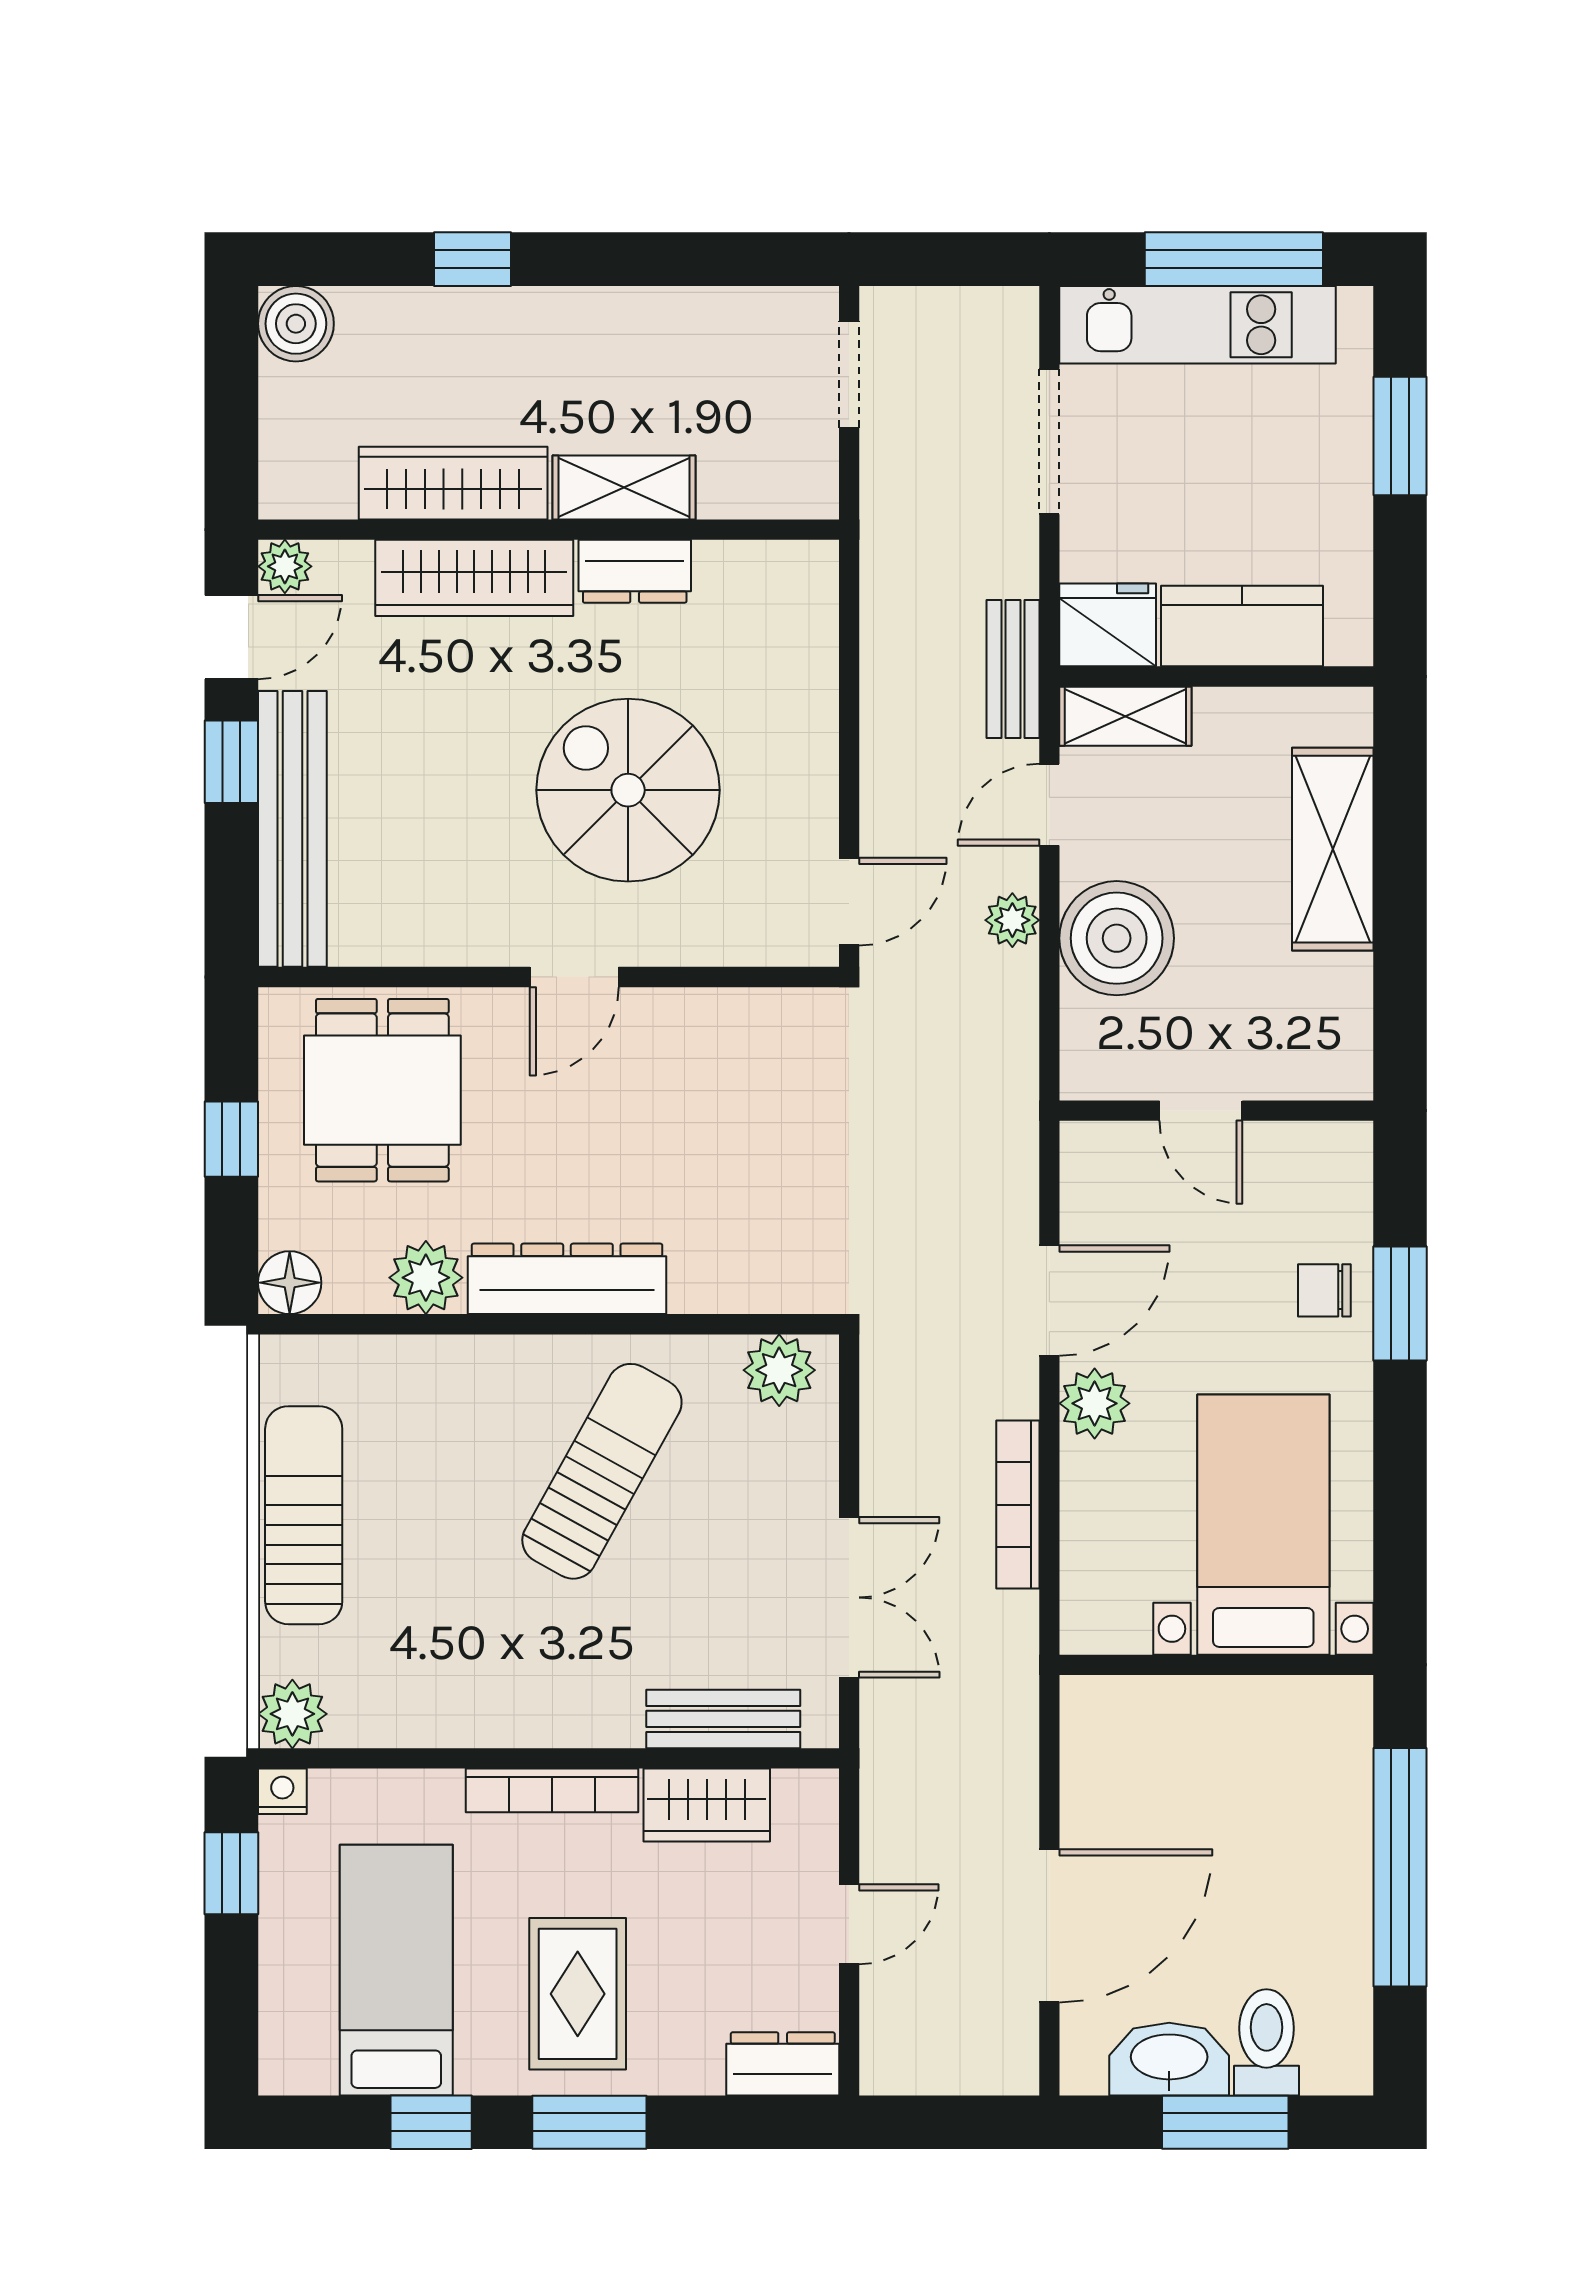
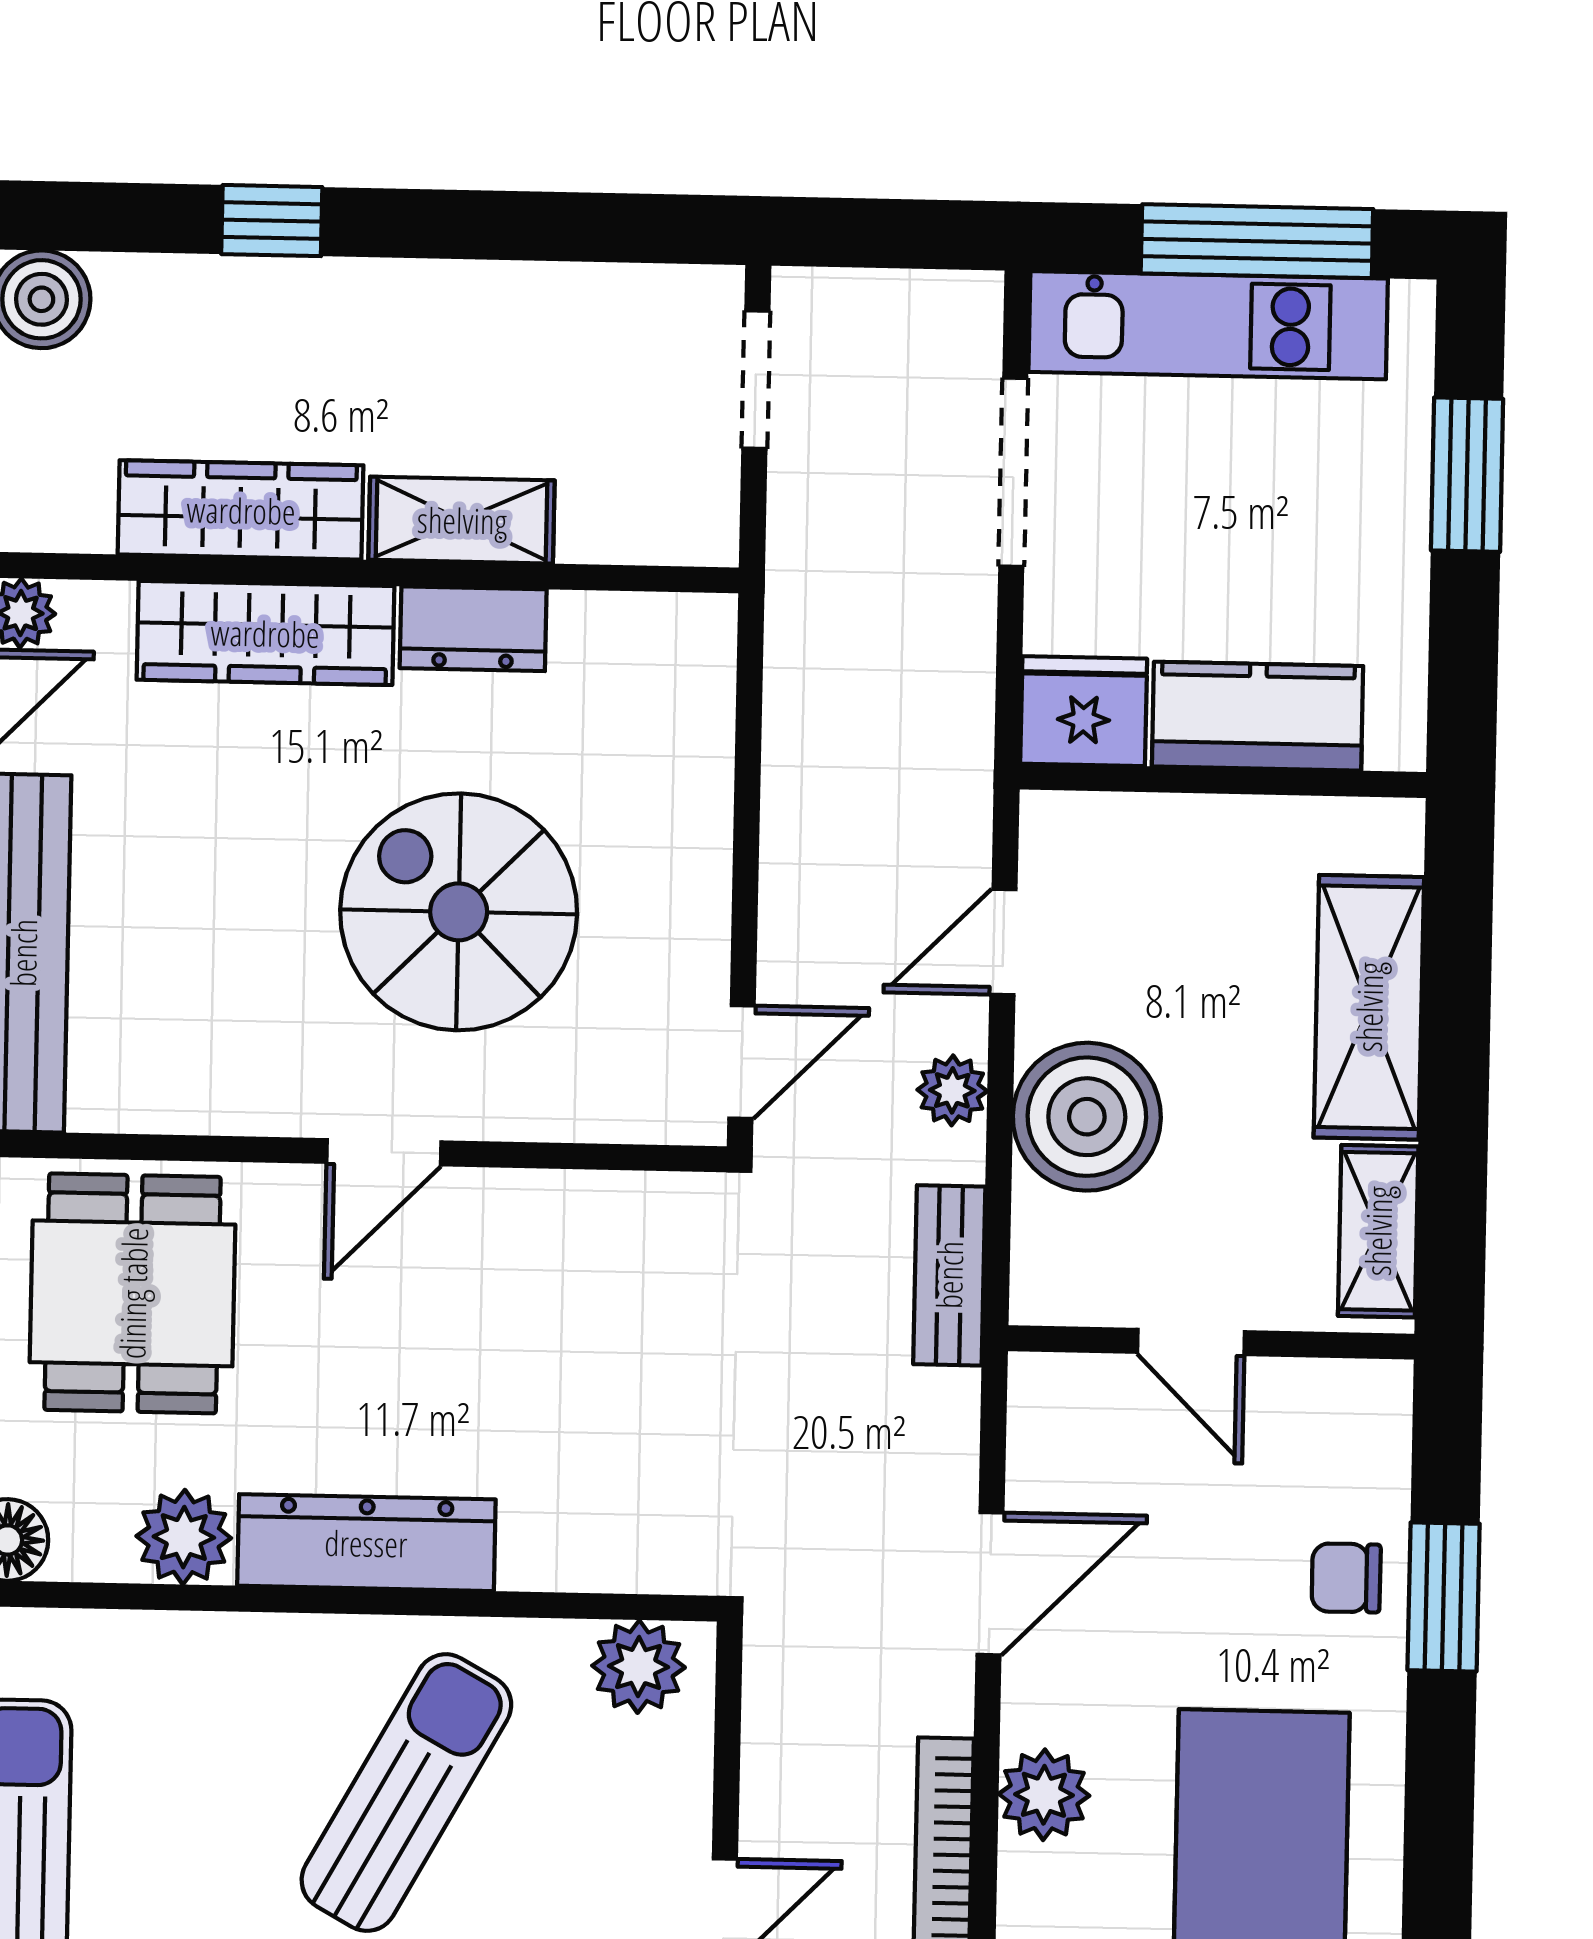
bench: (1013, 669) -> (949, 1275), moved
shelving: (1125, 716) -> (1378, 1231), moved, turned 90
plant: (1095, 1403) -> (1044, 1795), moved

